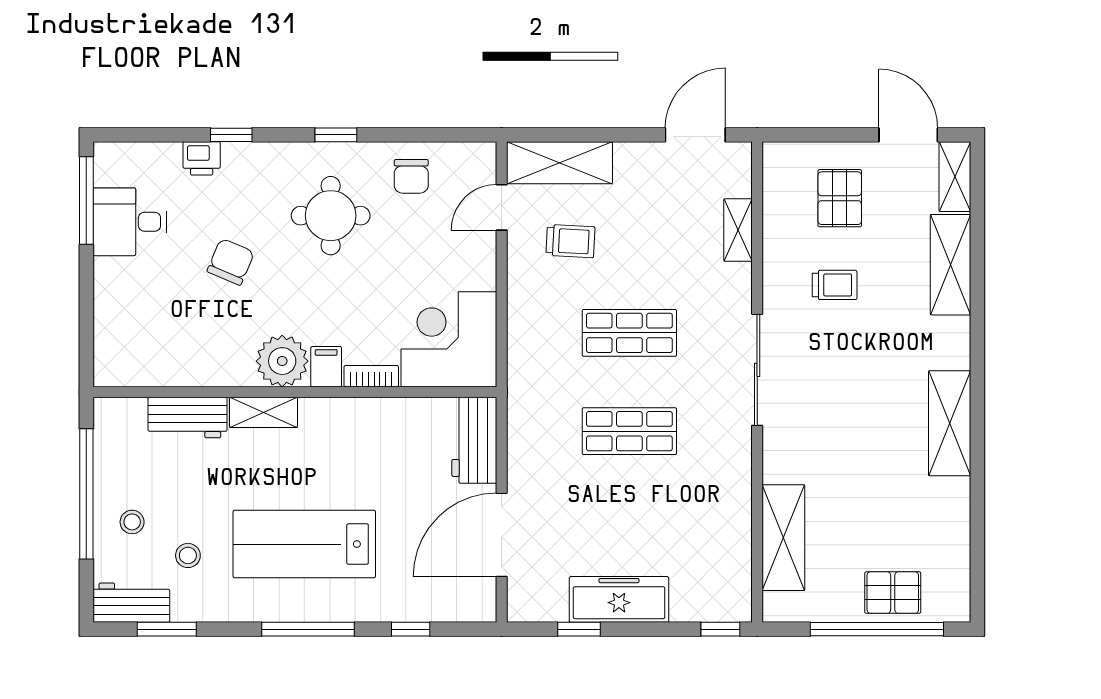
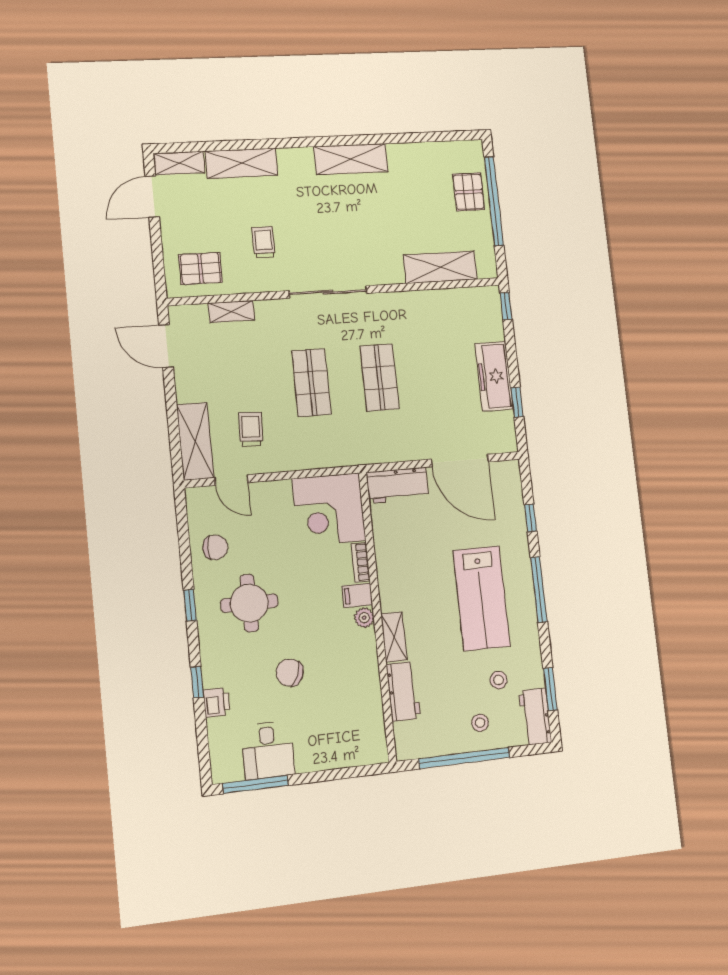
pallet: (840, 198) -> (200, 268), moved
plant: (282, 361) -> (364, 618), width x0.53, depth x0.53

